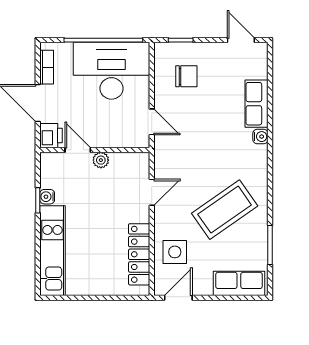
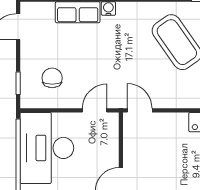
plant: (101, 160) -> (130, 158), removed
door: (152, 192) -> (140, 110), moved

